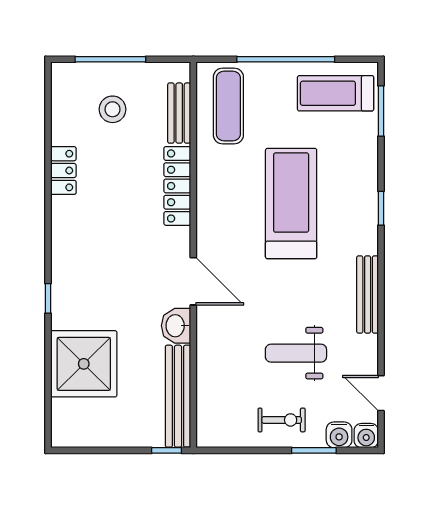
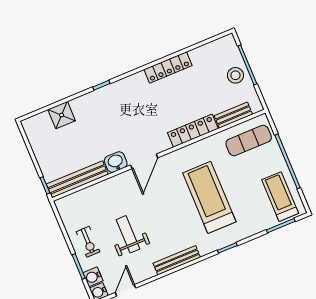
stool: (112, 109) -> (235, 75), moved
locker: (63, 171) -> (168, 68), width x1.53
treadmill: (291, 204) -> (209, 197), turned -90
shower: (84, 364) -> (62, 115), width x0.54, depth x0.54

